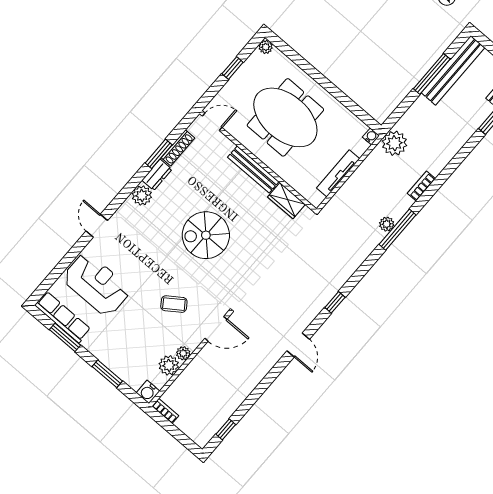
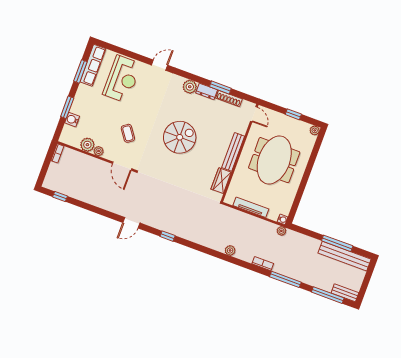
plant: (394, 143) -> (281, 231), width x0.53, depth x0.53
window: (397, 230) -> (285, 279), moved
spiral stairs: (206, 235) -> (180, 137), turned 90
water cooler: (148, 392) -> (72, 120), moved

